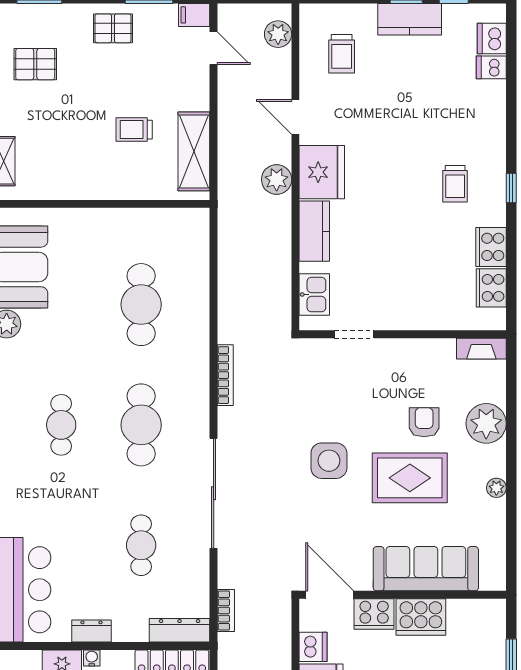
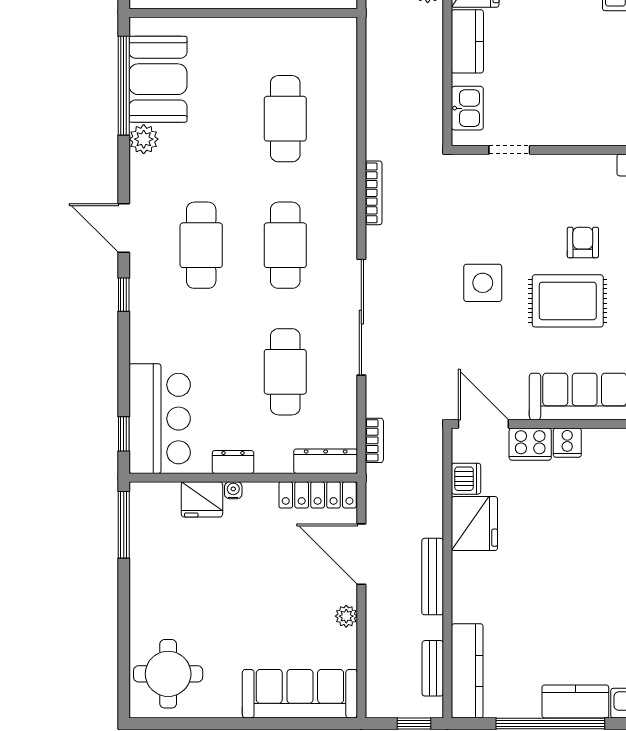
cafe table: (61, 425) -> (201, 245), width x1.37, depth x1.35
cafe table: (141, 545) -> (285, 372), width x1.37, depth x1.35
cooker: (421, 617) -> (567, 443), width x0.53, depth x0.76

